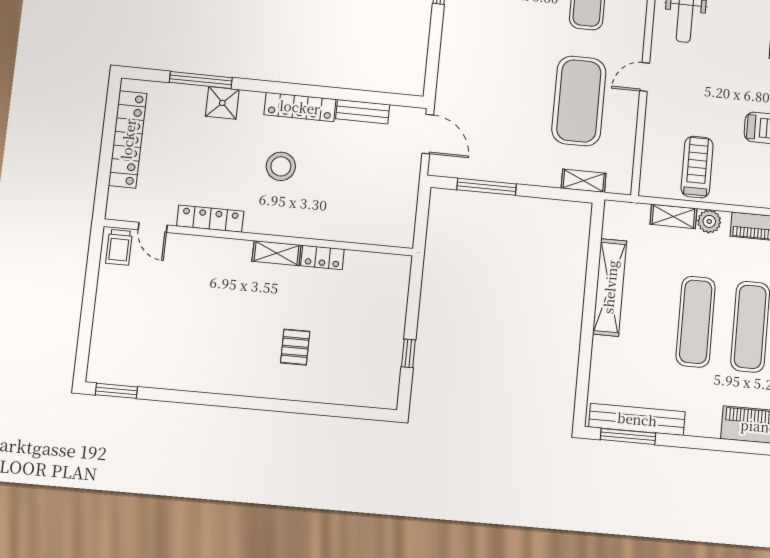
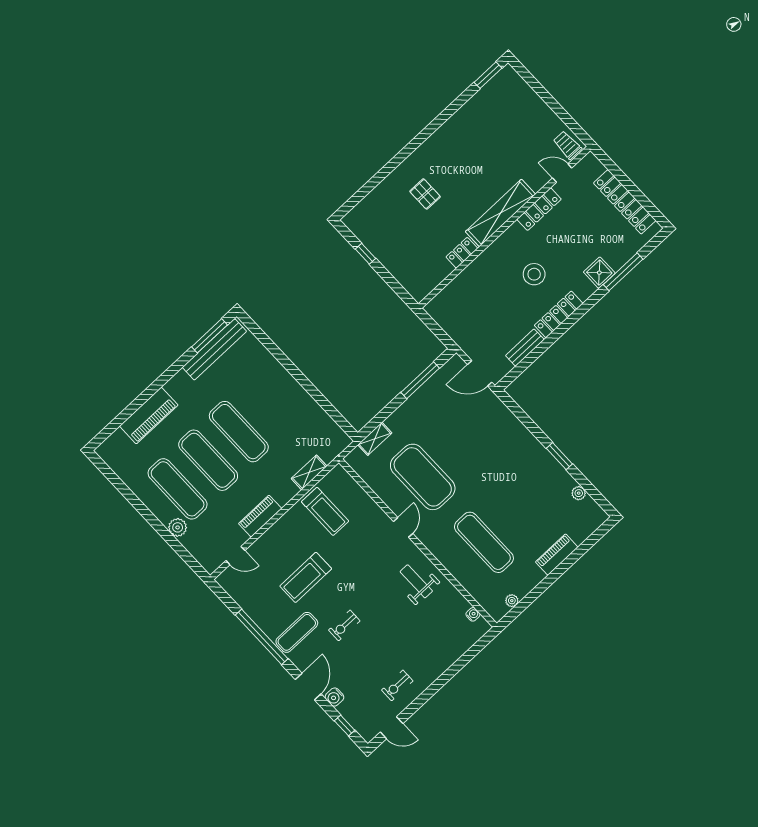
plant: (709, 221) -> (288, 490), removed
shelving: (277, 253) -> (500, 213), width x2.20, depth x1.33
shelving: (610, 287) -> (302, 400), removed

